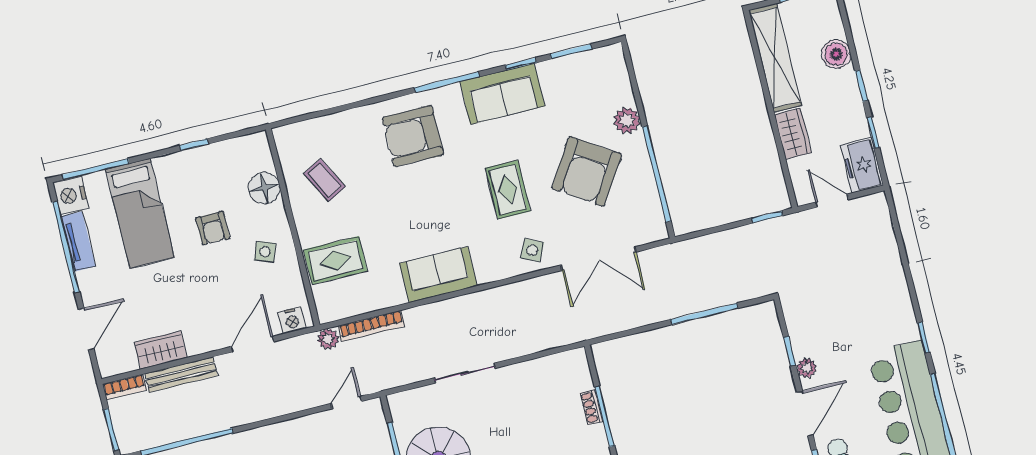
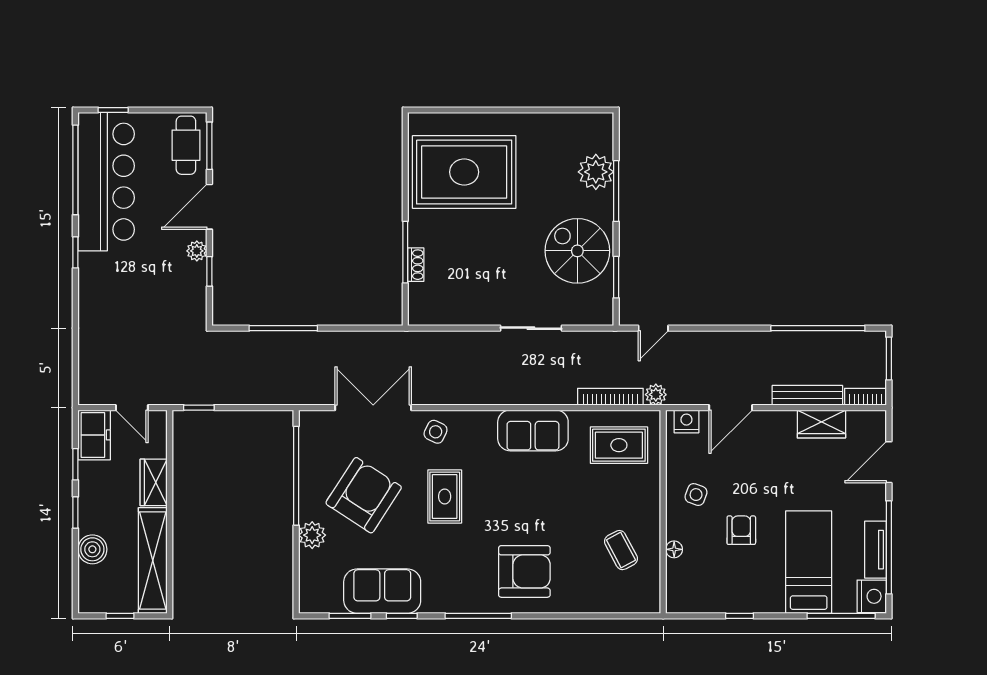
sofa: (502, 94) -> (382, 591), moved
floor lamp: (264, 188) -> (674, 549), width x0.53, depth x0.53
rug: (335, 260) -> (619, 445), moved

